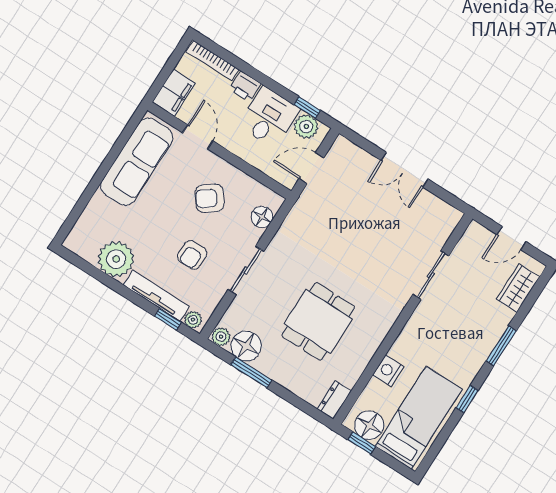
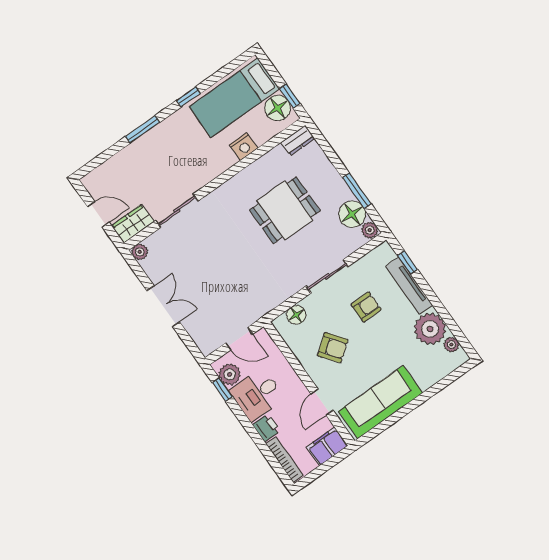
plant: (452, 216) -> (140, 252), added
wardrobe: (518, 288) -> (133, 224), moved, turned 180
plant: (193, 320) -> (451, 345), moved

